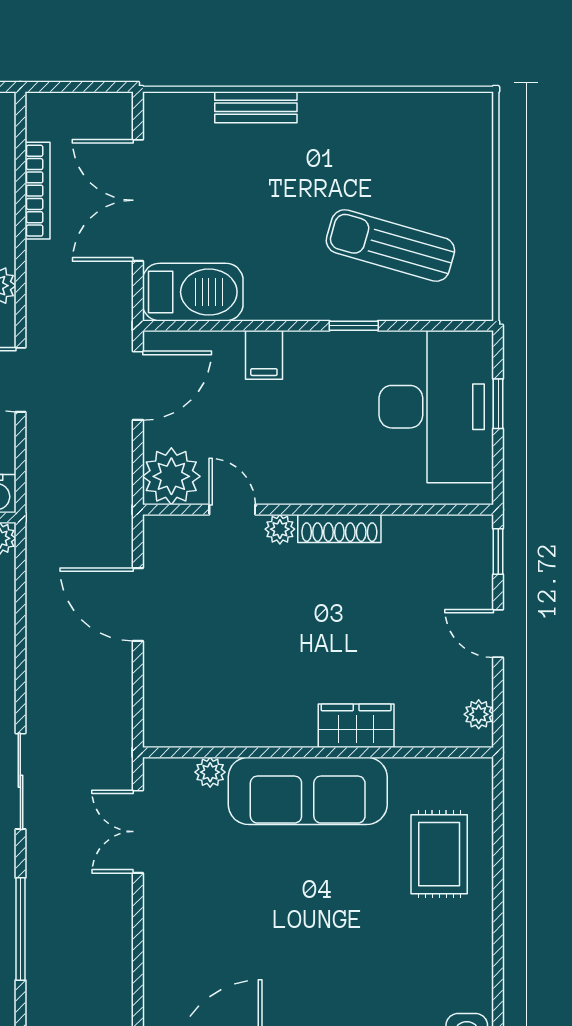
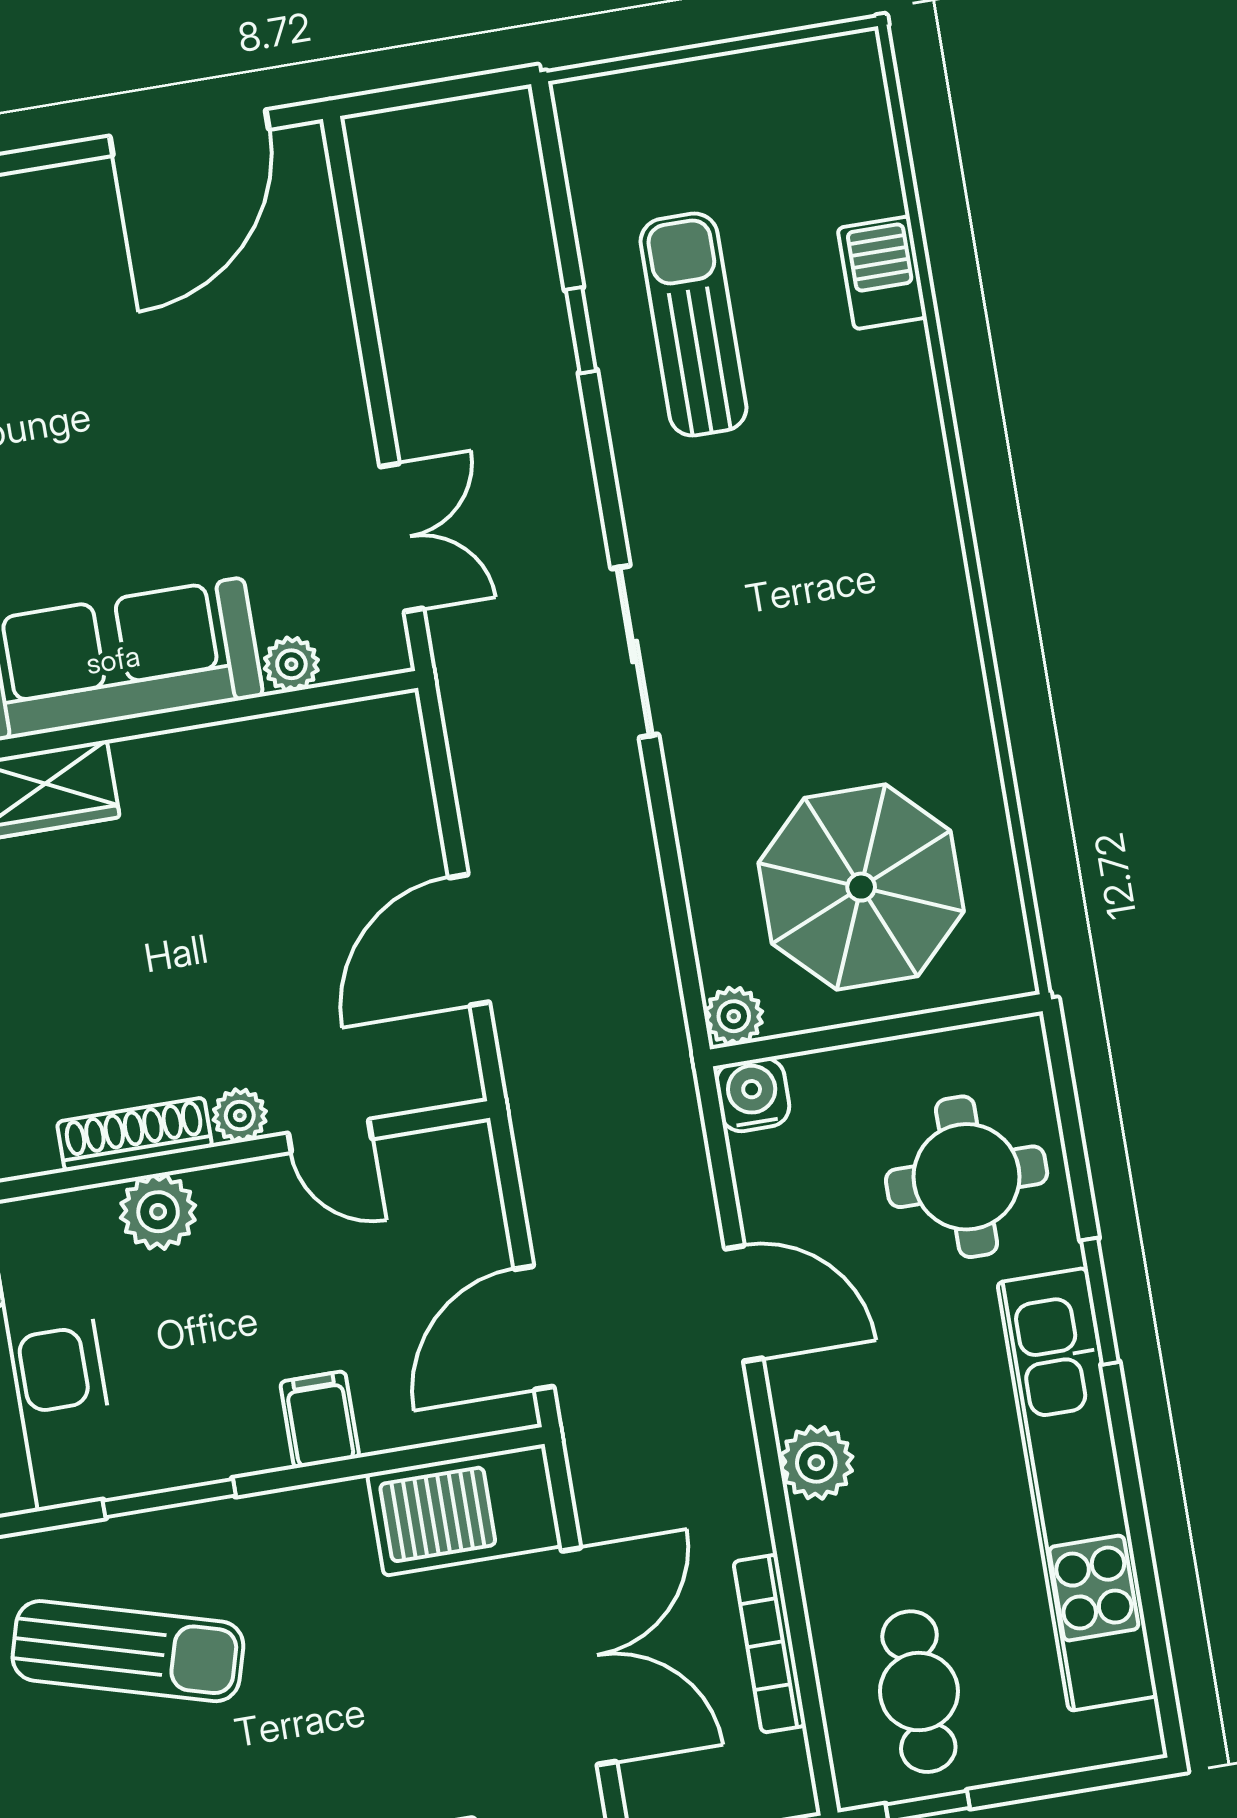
window: (354, 326) -> (169, 1498), width x1.50
plant: (171, 476) -> (158, 1212), moved, width x0.73, depth x0.73
door: (138, 605) -> (469, 940), swing flipped
sliding door: (20, 781) -> (635, 652), moved
window: (20, 929) -> (581, 330), width x0.46

